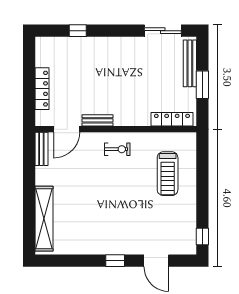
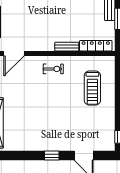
bench: (98, 120) -> (67, 47), moved

